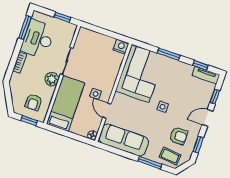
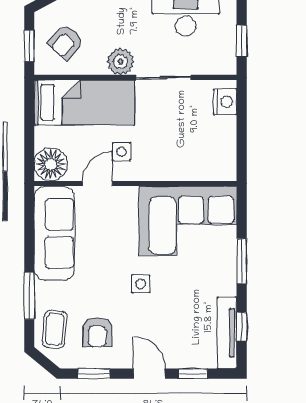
nightstand: (121, 47) -> (225, 102), moved
tv unit: (206, 75) -> (227, 333), width x1.41
armchair: (33, 102) -> (66, 42), turned -48
floor lamp: (92, 135) -> (51, 164), width x1.89, depth x1.89

